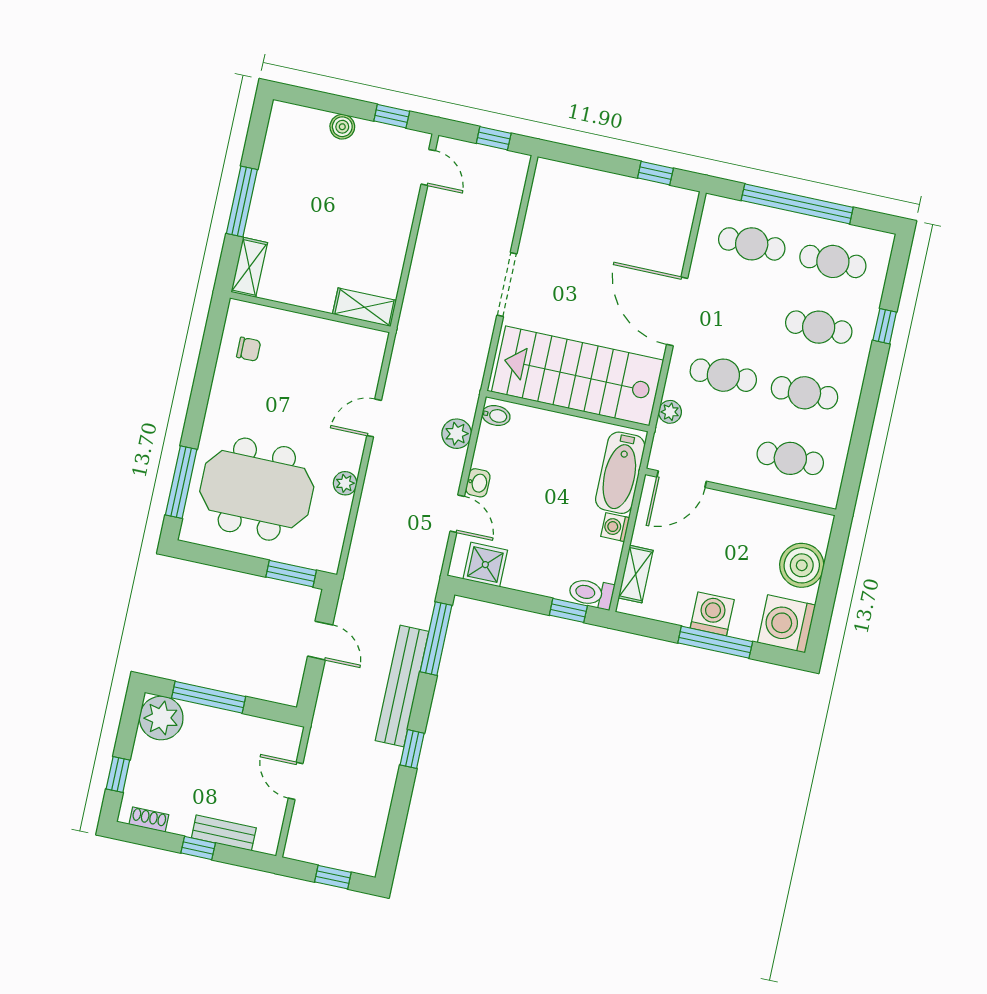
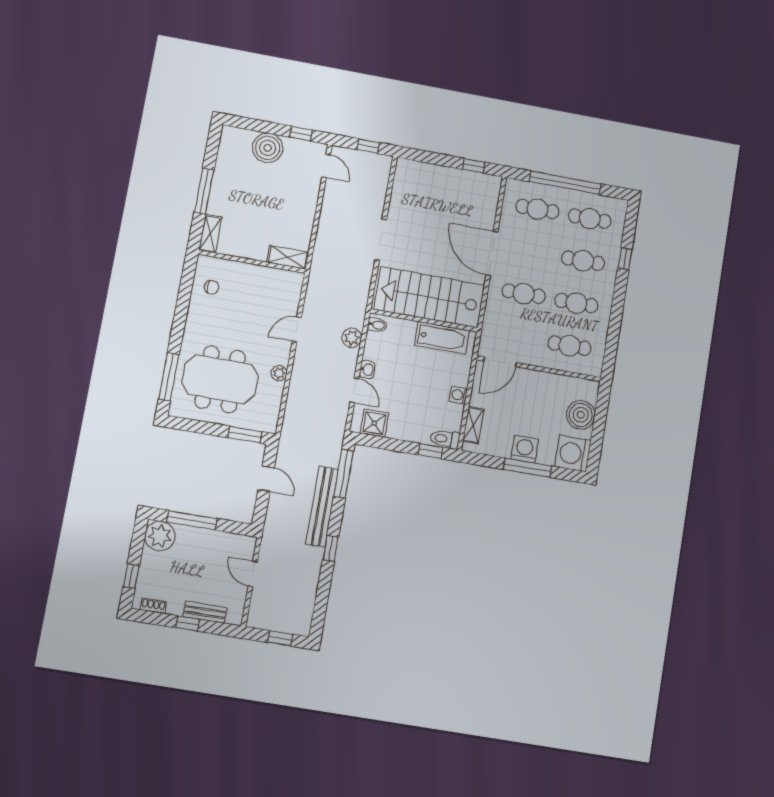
boiler: (342, 127) -> (268, 148), width x1.86, depth x1.86
plant: (670, 412) -> (490, 318), removed
bathtub: (620, 473) -> (442, 338), moved, turned -90

